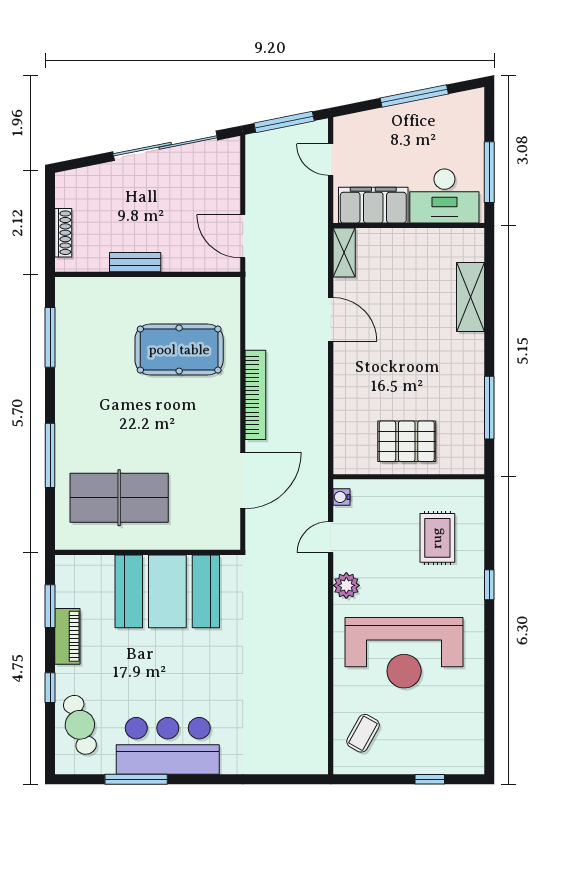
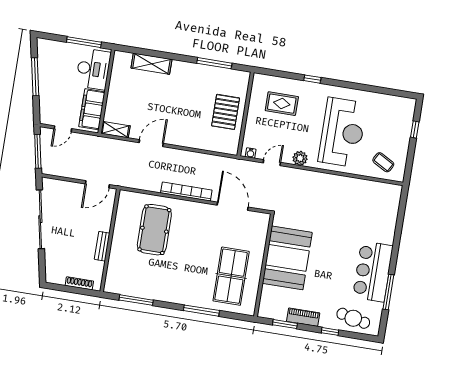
door: (331, 537) -> (272, 163), swing flipped
cafe table: (80, 725) -> (353, 318), turned 30

